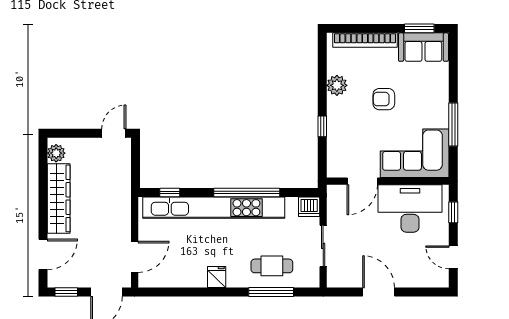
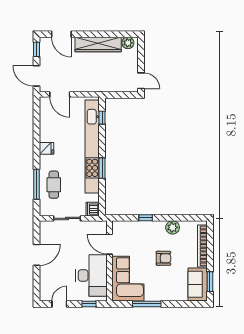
armchair: (384, 99) -> (163, 258), turned 90
window: (247, 193) -> (102, 168), width x0.47

